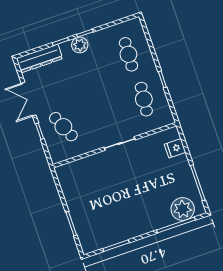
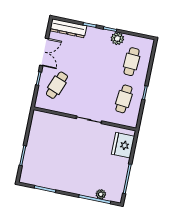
plant: (80, 45) -> (117, 38), moved
double door: (29, 99) -> (44, 52), swing flipped
cafe table: (63, 127) -> (57, 85), turned 45
fridge: (175, 148) -> (123, 145), width x1.88, depth x1.34
plant: (183, 209) -> (101, 194), width x0.53, depth x0.53

